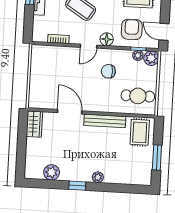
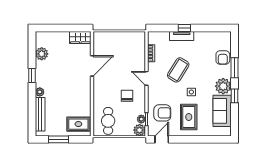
floor lamp: (107, 39) -> (153, 93), removed
bench: (105, 121) -> (40, 114), moved

